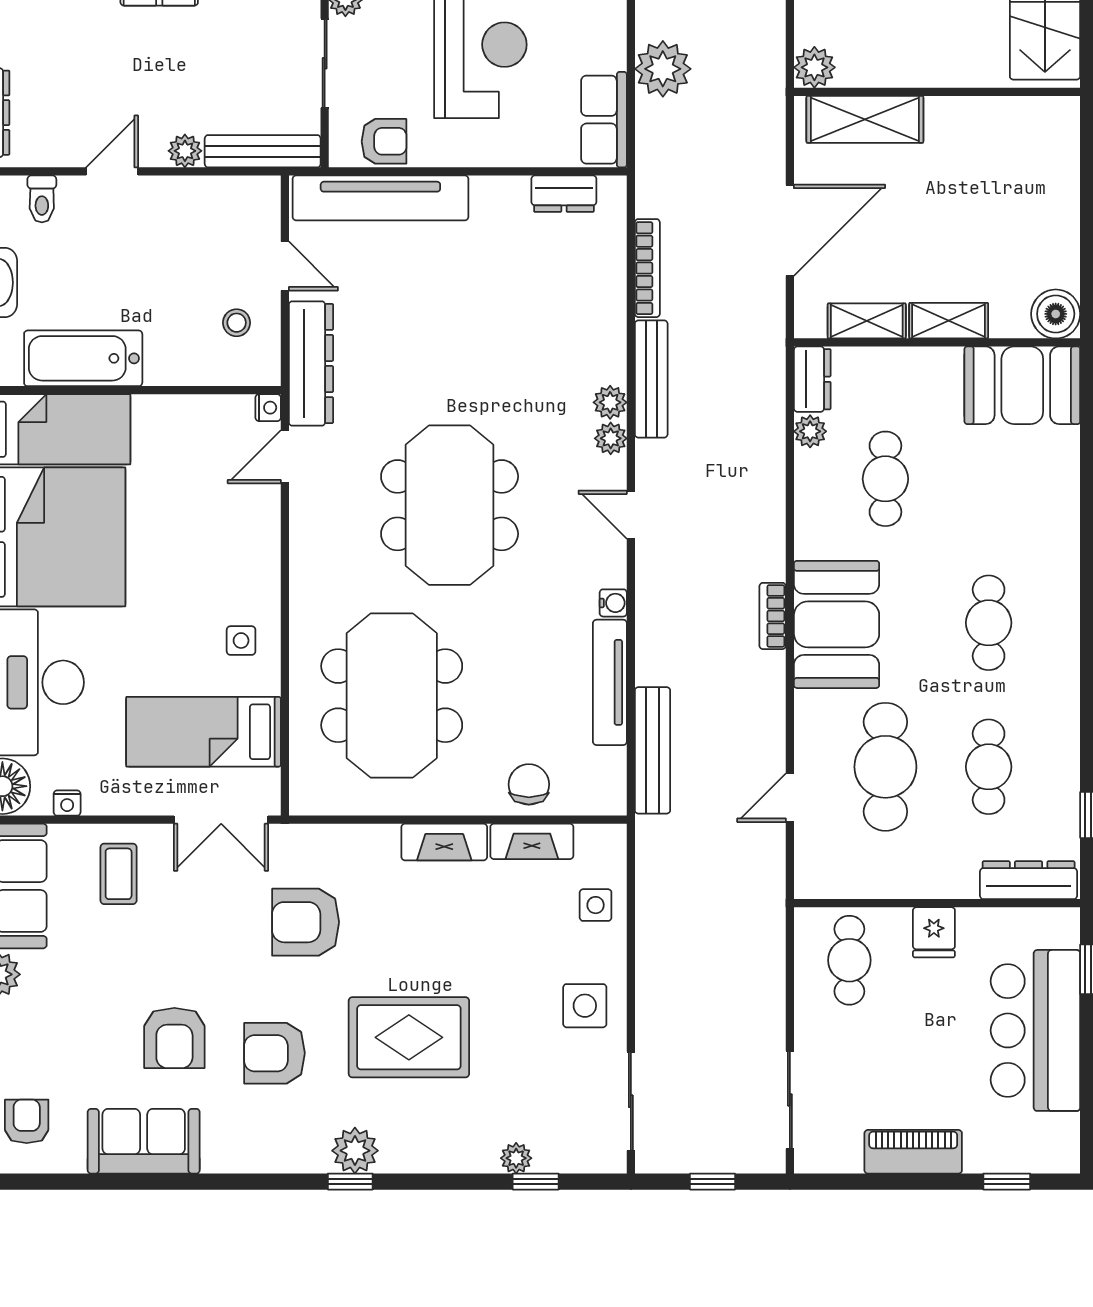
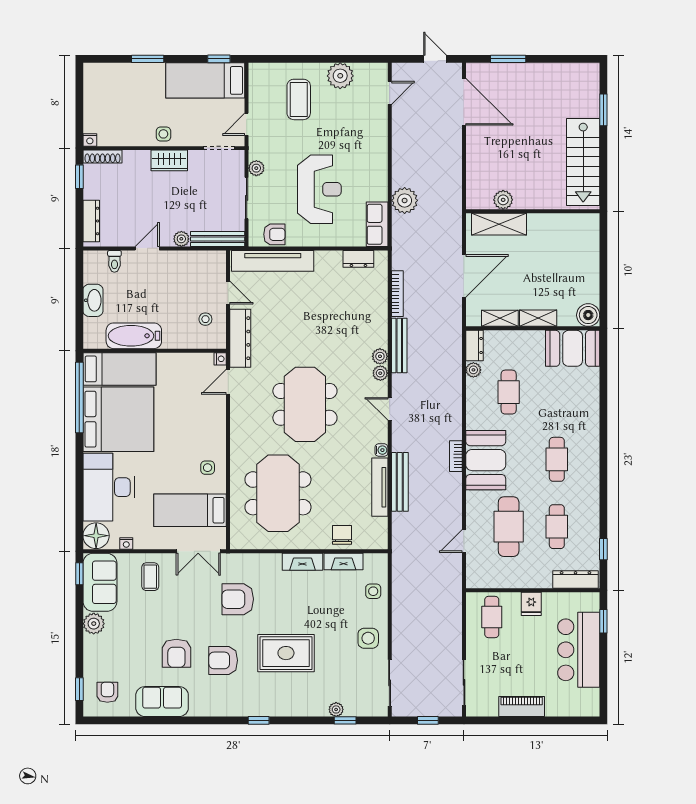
plant: (814, 67) -> (503, 200), moved
bench: (652, 750) -> (400, 482), moved
plant: (355, 1151) -> (261, 706), removed
window: (1007, 1182) -> (565, 720), removed

